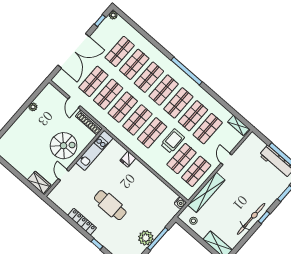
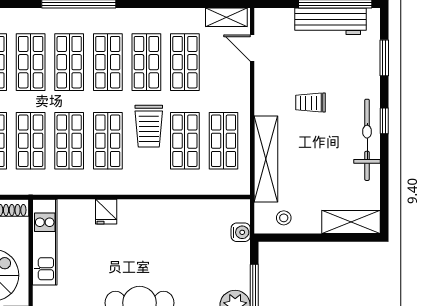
trolley: (173, 141) -> (149, 126), turned 180
door: (226, 159) -> (252, 48), moved
trolley: (242, 186) -> (311, 103), added
water cooler: (180, 203) -> (241, 232), moved

